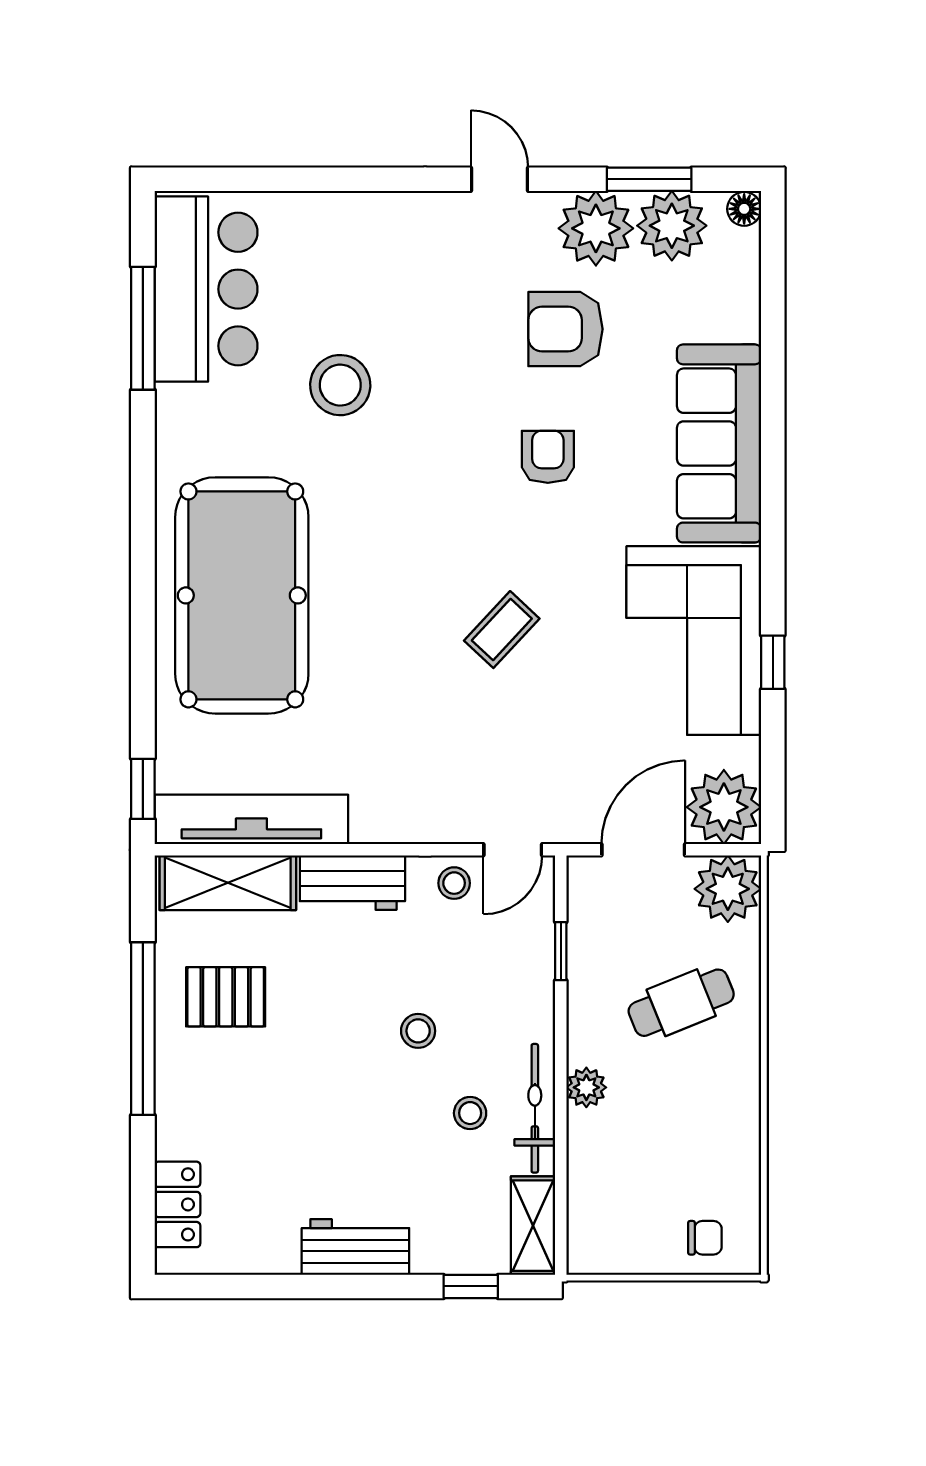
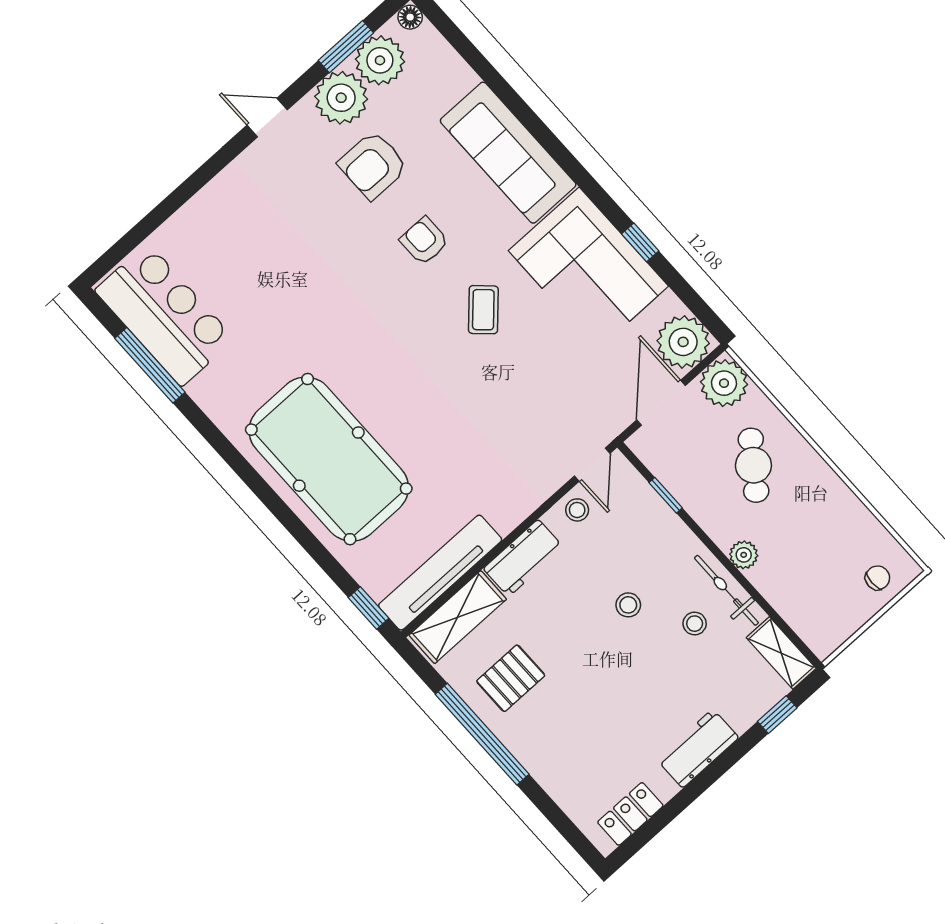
stool: (340, 385) -> (281, 302), removed
coffee table: (502, 630) -> (483, 310), moved
cafe table: (681, 1003) -> (753, 465), turned -32
locker: (177, 1204) -> (630, 814), moved, turned -90

